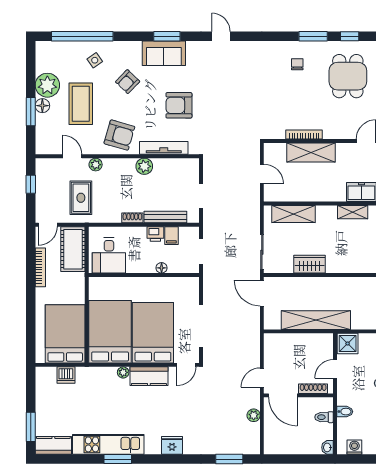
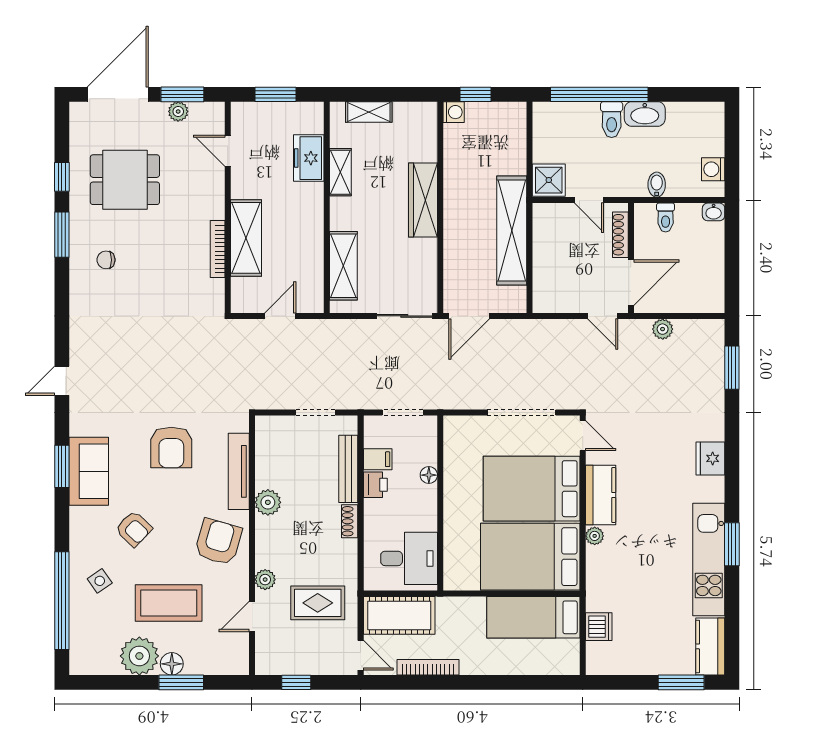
wardrobe: (310, 264) -> (423, 200), moved, width x1.50
bed: (65, 334) -> (533, 617), width x0.67

